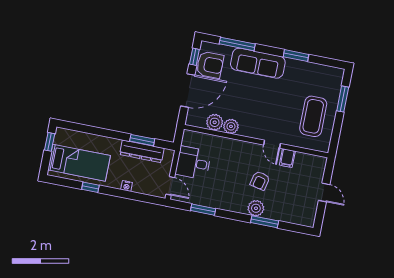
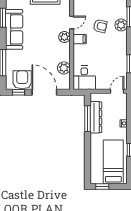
sofa: (258, 63) -> (14, 29), moved
plant: (231, 126) -> (64, 37), moved
window: (142, 140) -> (87, 119), width x1.44
filing cabinet: (287, 158) -> (80, 39), moved
desk: (193, 163) -> (84, 78), moved

